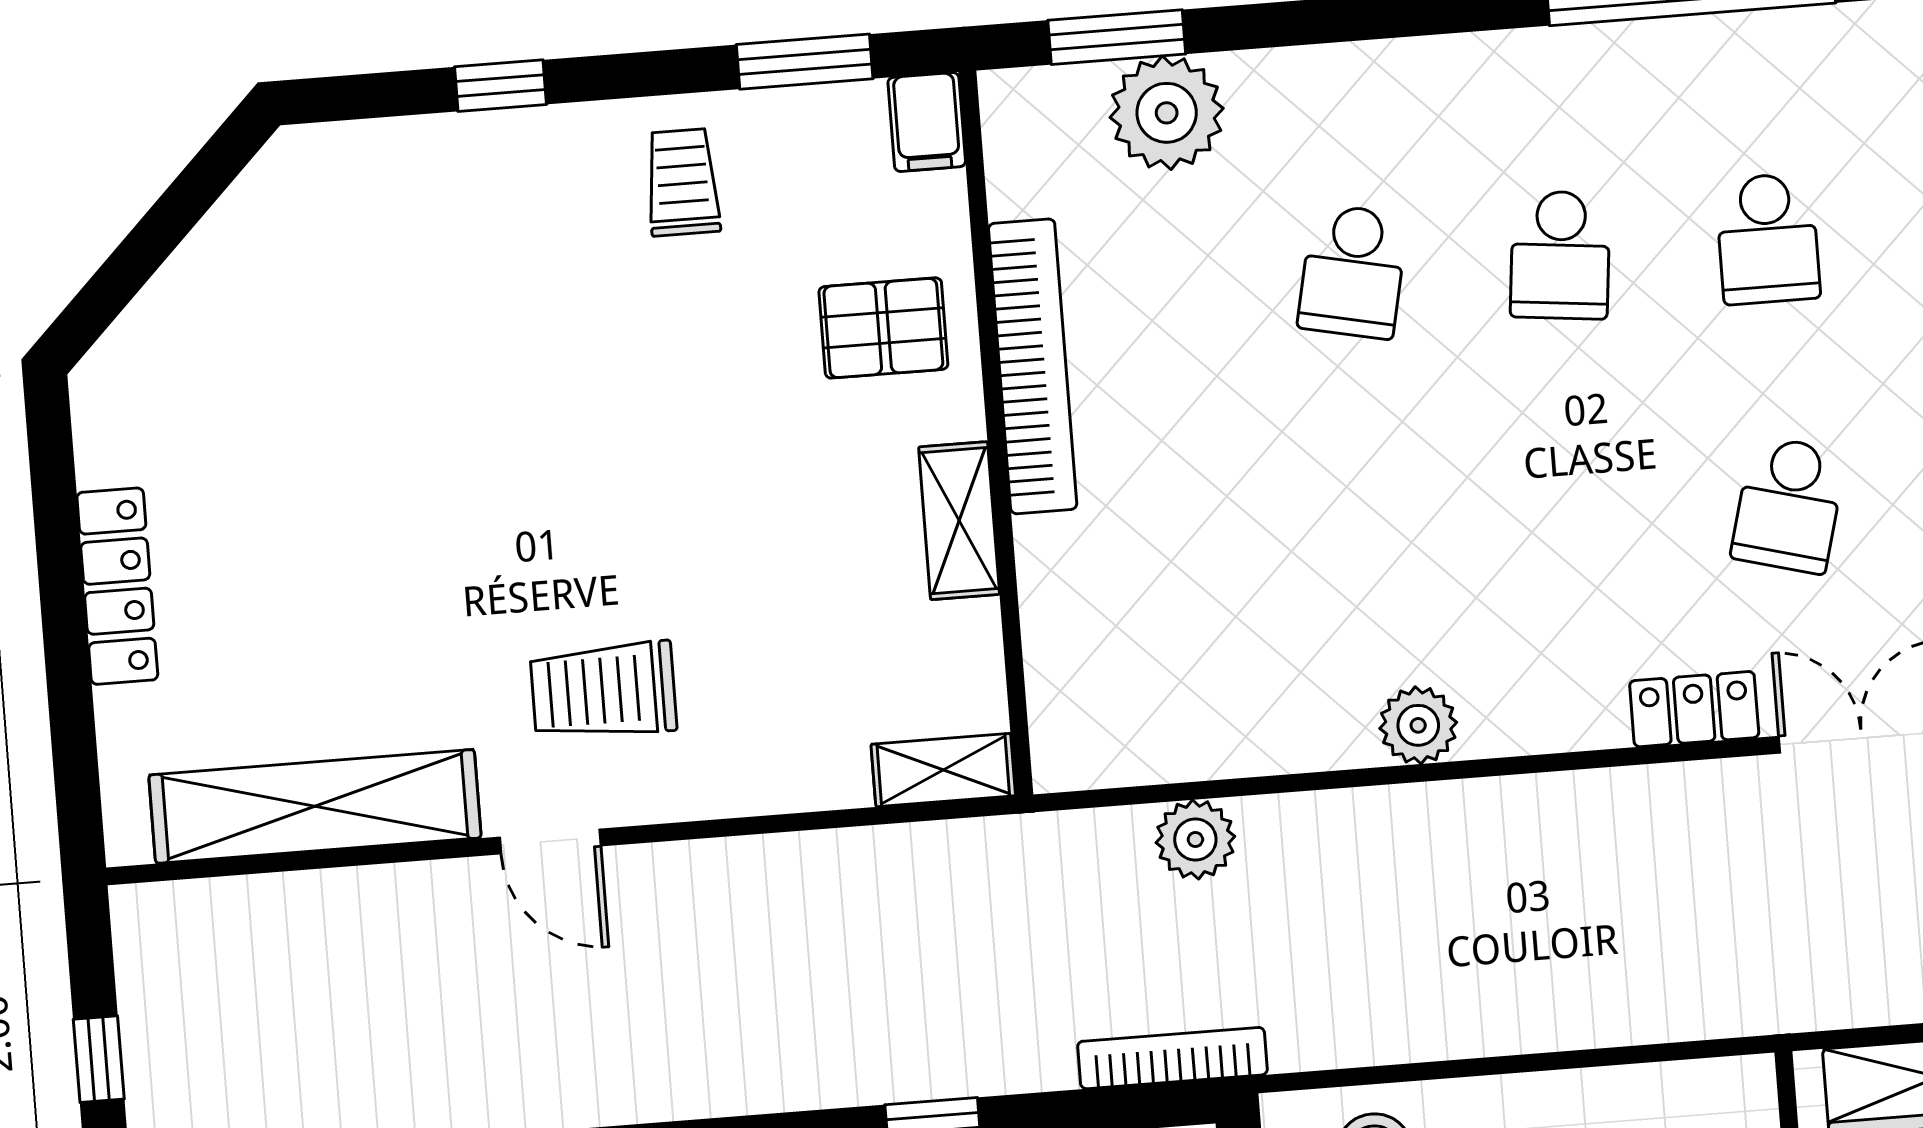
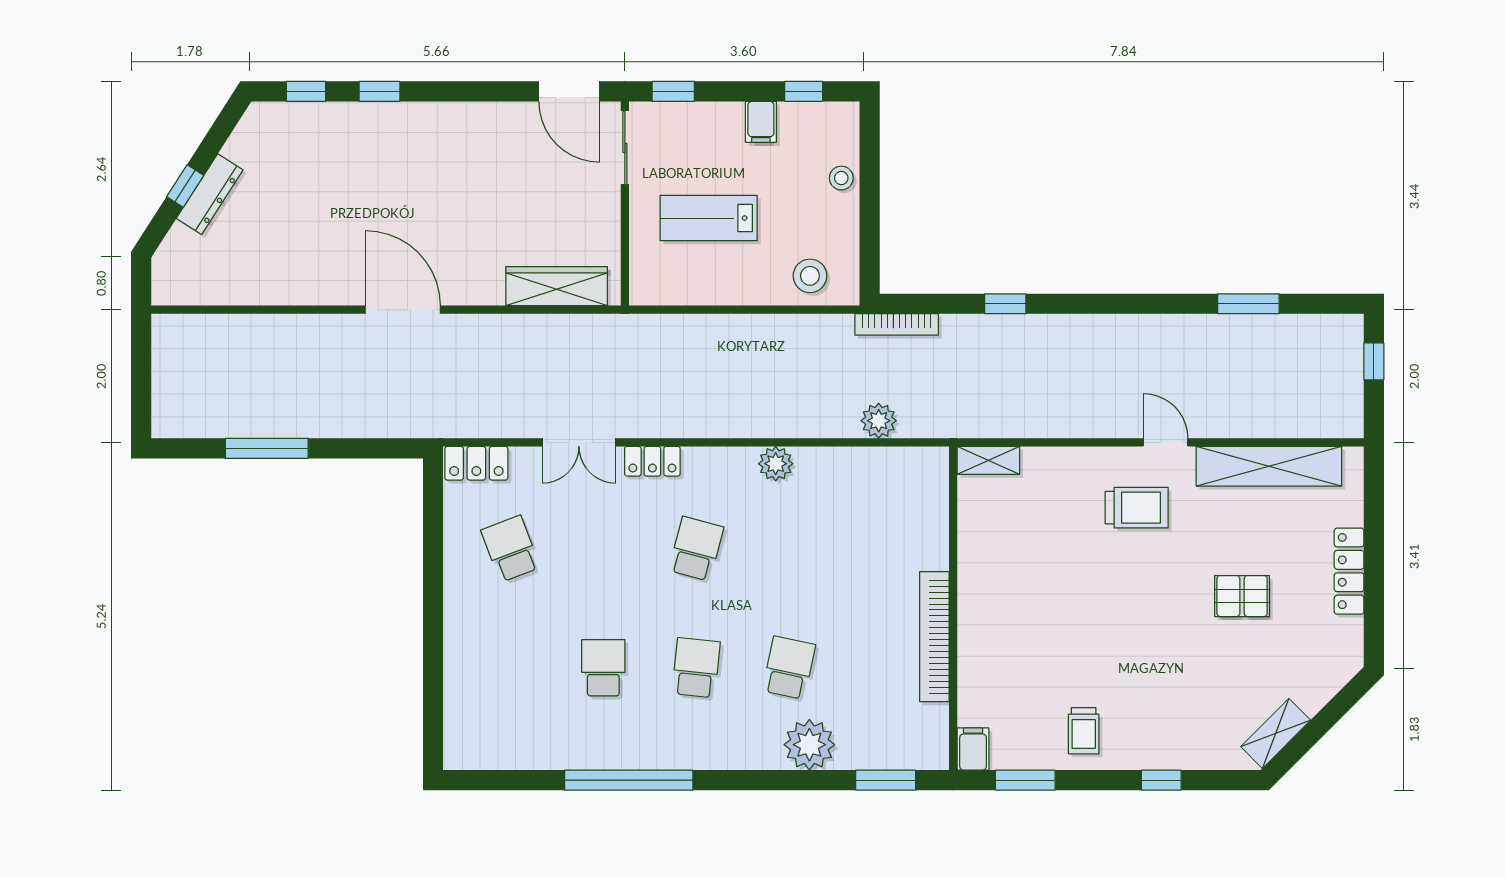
plant: (1167, 113) -> (809, 745), moved
pallet: (883, 328) -> (1242, 596), moved
school desk: (1789, 505) -> (696, 549), moved
shelving: (959, 521) -> (1276, 733), moved, turned 45

